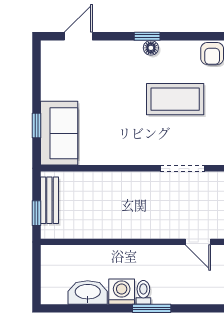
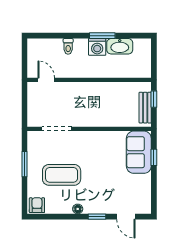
door: (78, 36) -> (126, 217), hinge flipped
window: (147, 36) -> (97, 217), moved
toilet: (143, 292) -> (68, 46), moved
window: (152, 308) -> (102, 36), moved

